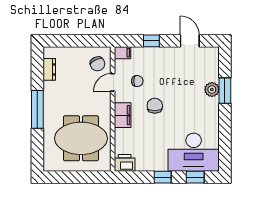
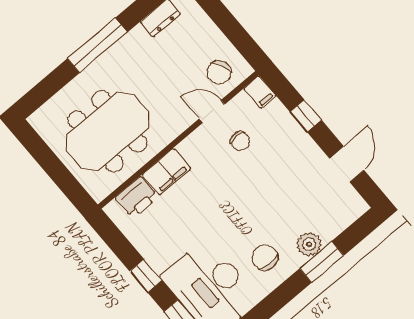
chair: (155, 106) -> (265, 258), moved, turned -90
filing cabinet: (123, 115) -> (167, 172), moved
meeting table: (81, 138) -> (107, 131), turned 90
printer: (125, 163) -> (137, 197), moved, turned 90

